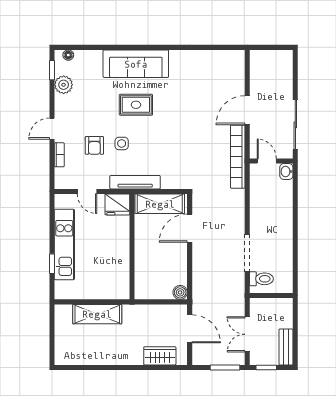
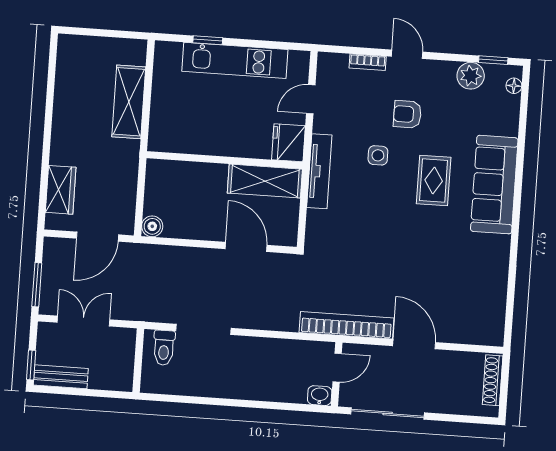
shoe rack: (268, 56) -> (493, 380), added
armchair: (94, 145) -> (407, 114), moved
shelving: (160, 204) -> (265, 181), moved, turned 90
window: (266, 368) -> (31, 365), moved

